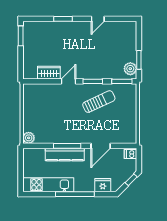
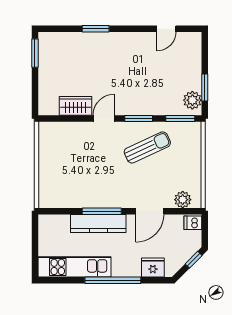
door: (98, 19) -> (166, 29), moved
plant: (29, 138) -> (183, 200), moved

